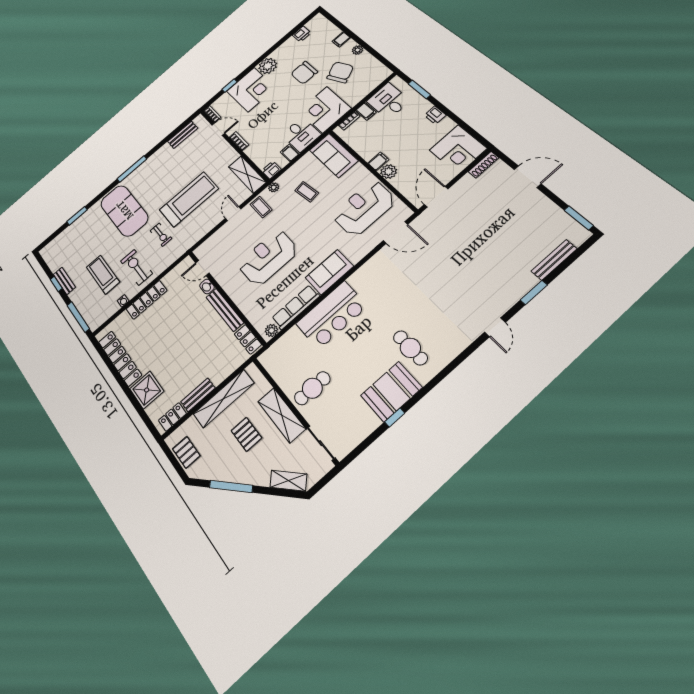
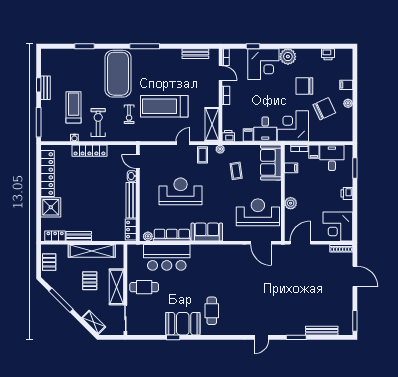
filing cabinet: (378, 161) -> (291, 168), moved
treadmill: (189, 199) -> (164, 106), turned 180
bar counter: (332, 315) -> (167, 257), moved

